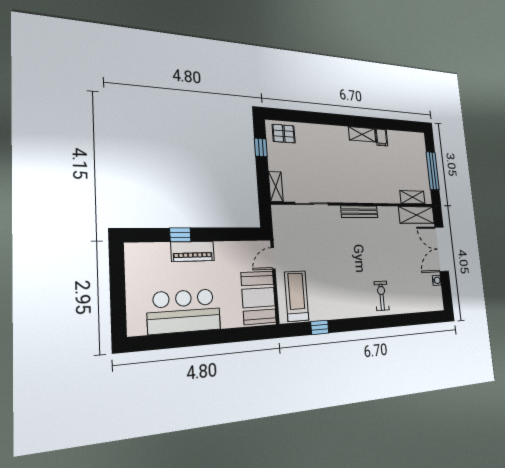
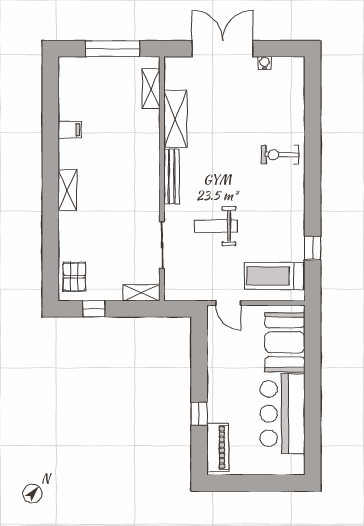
shelving: (362, 134) -> (67, 190), moved
shelving: (416, 215) -> (175, 119), moved
weight bench: (329, 247) -> (216, 226), added
double door: (442, 249) -> (223, 49), swing flipped
piano: (193, 251) -> (218, 448), moved
booth: (259, 298) -> (285, 342), moved, turned 90

